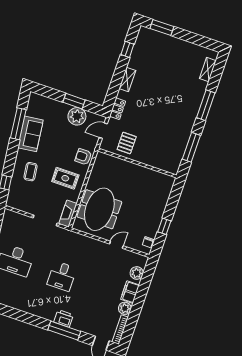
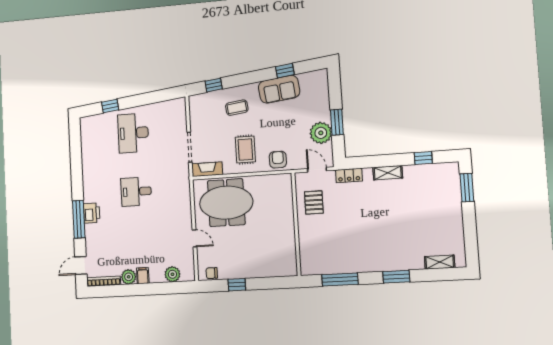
window: (206, 105) -> (396, 277), width x0.69
window: (18, 124) -> (285, 71), width x0.46
pallet: (127, 143) -> (314, 202), turned 90
filing cabinet: (130, 292) -> (143, 276), width x0.50

